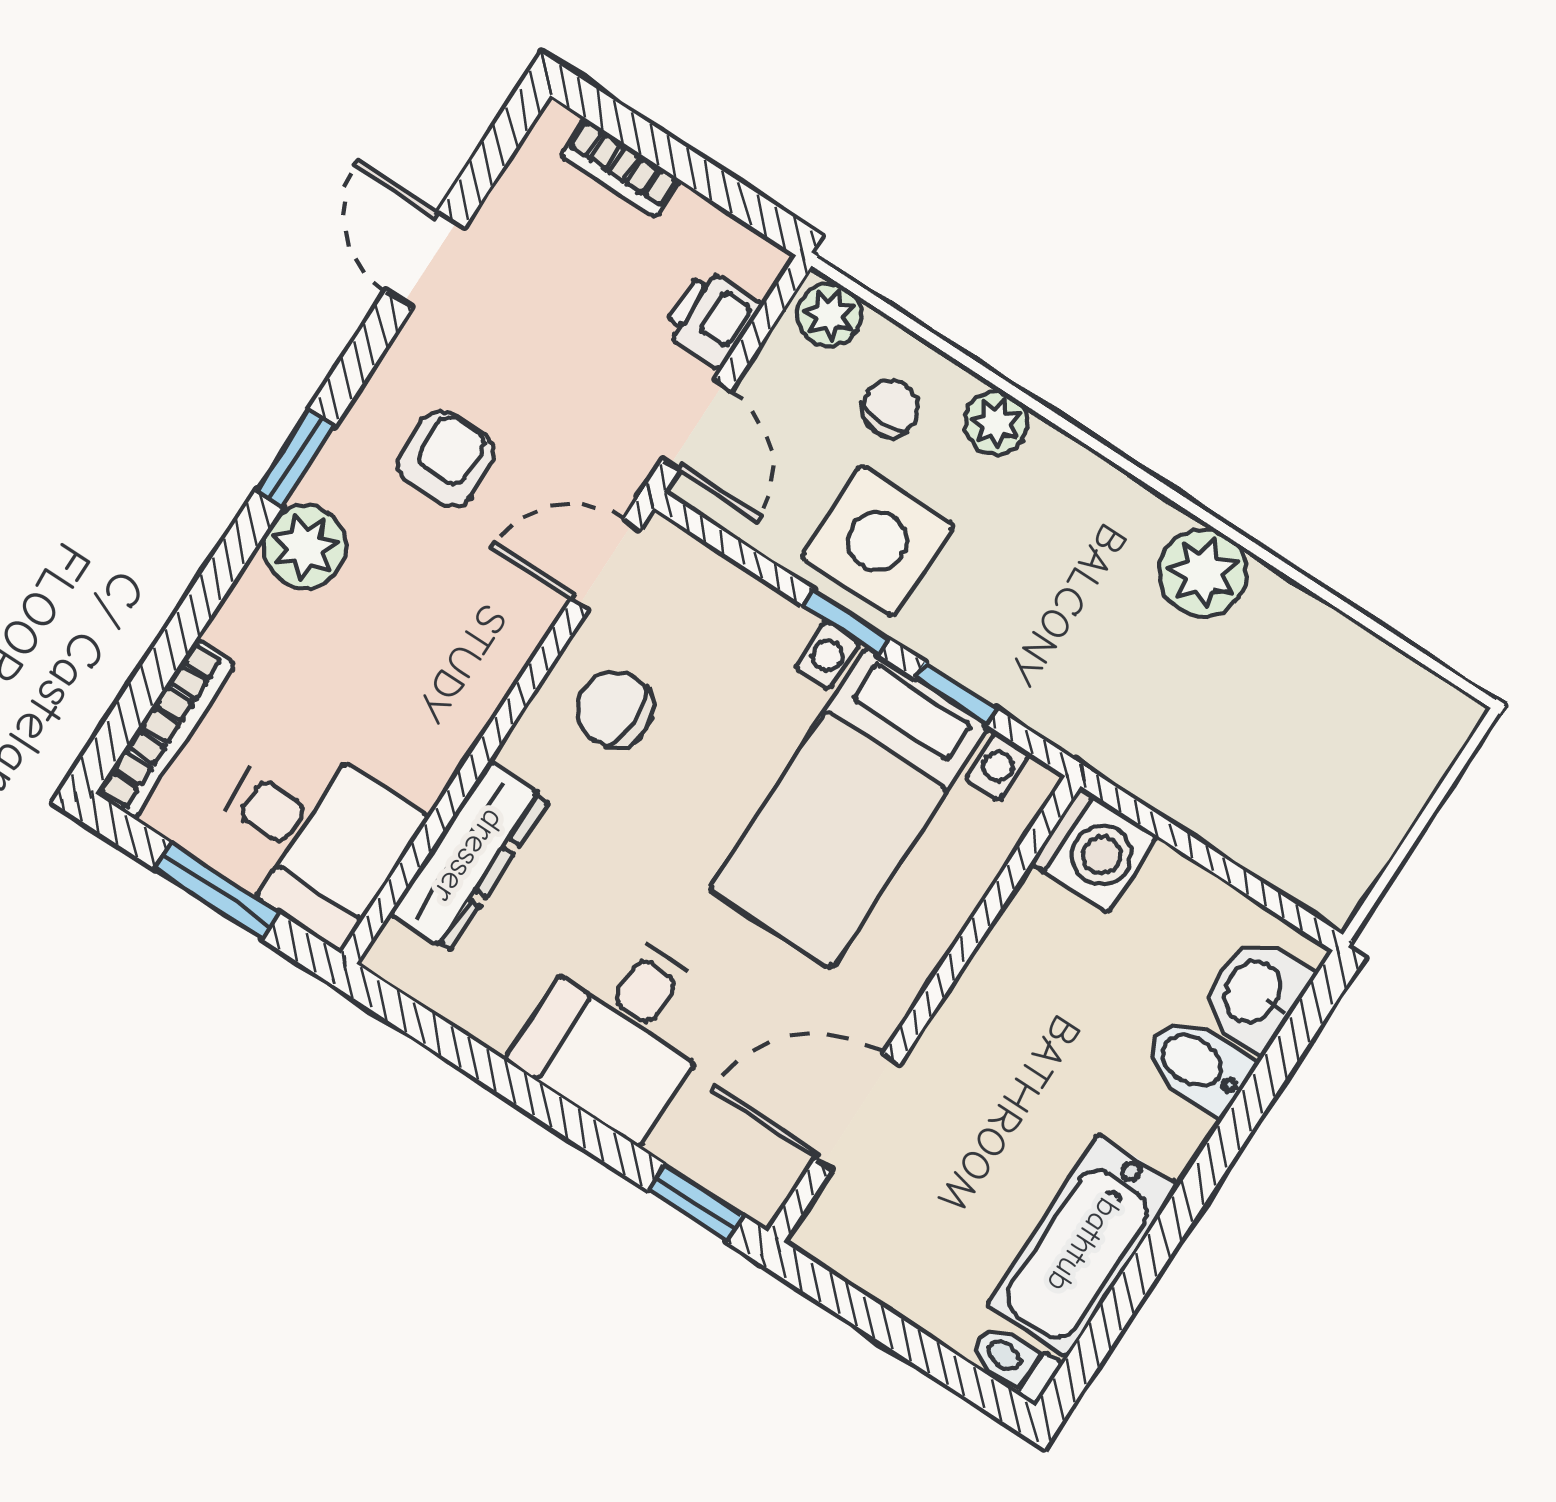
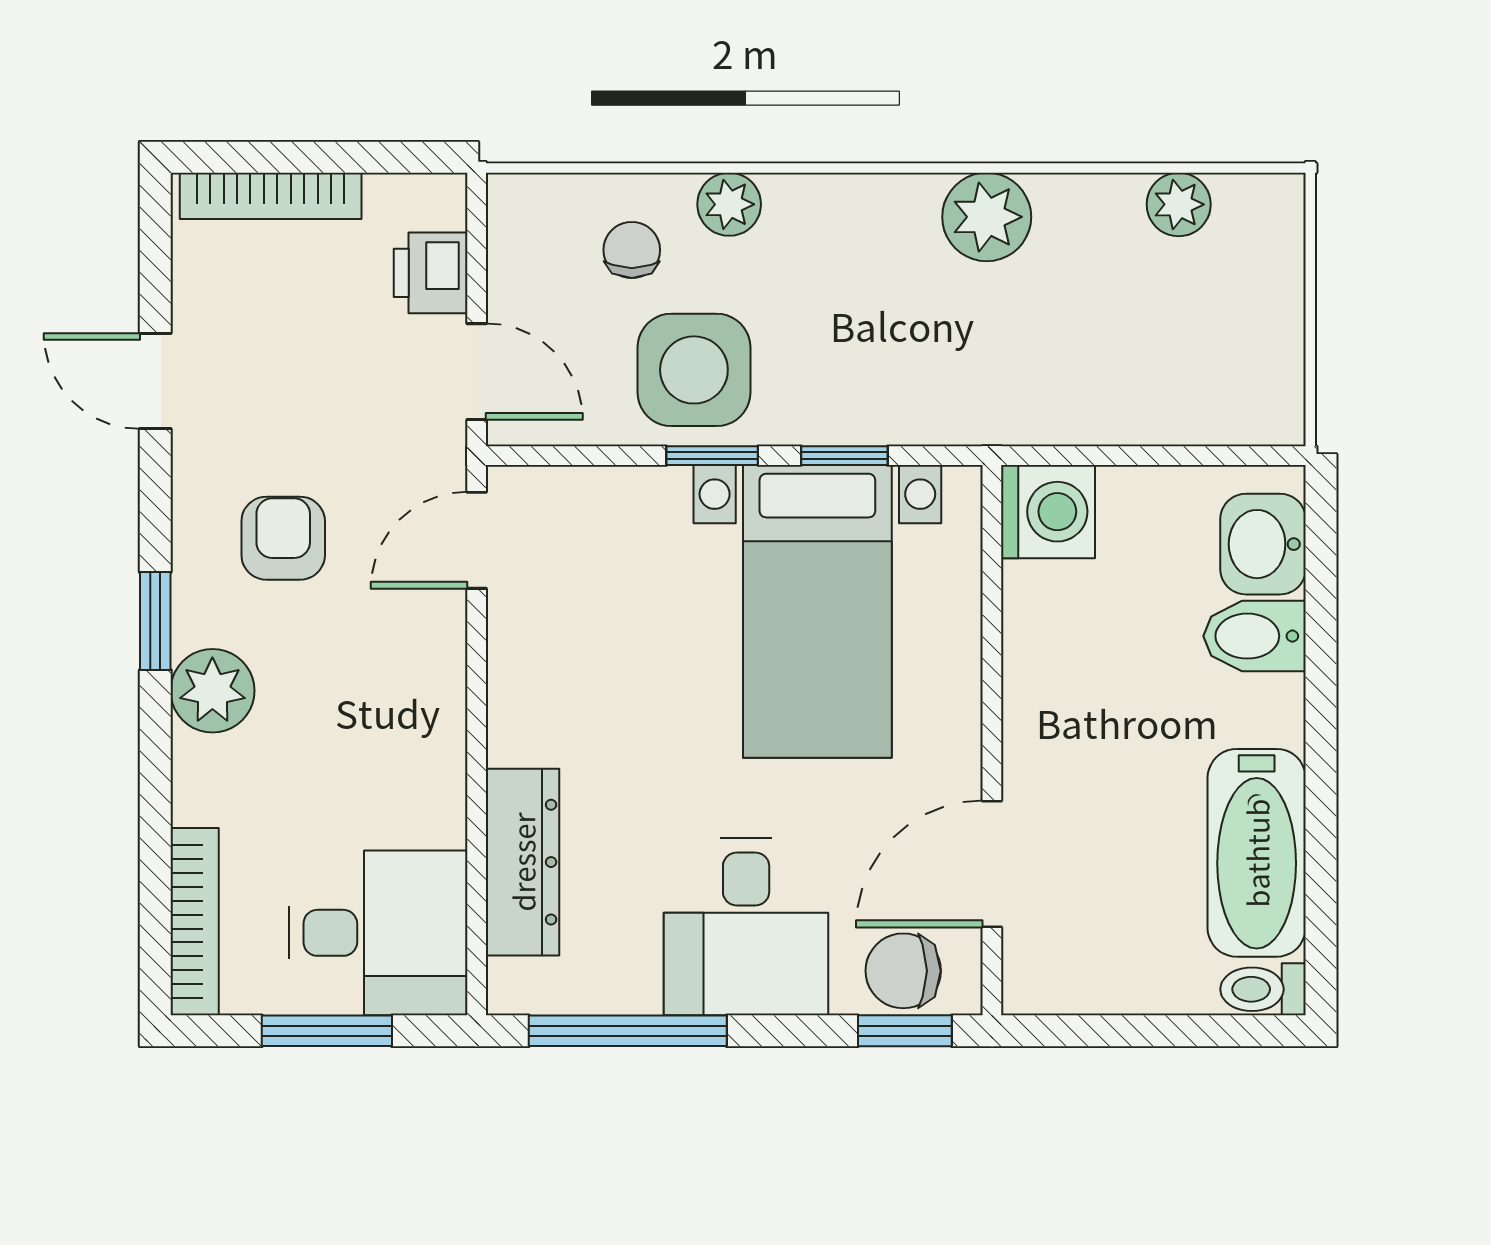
bookcase: (621, 168) -> (271, 196), width x1.56
plant: (829, 315) -> (1179, 204), moved
chair: (615, 709) -> (903, 971), moved
window: (465, 1053) -> (628, 1031), added

